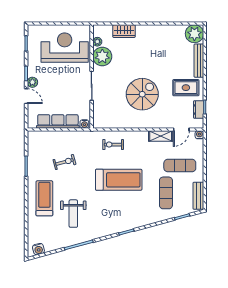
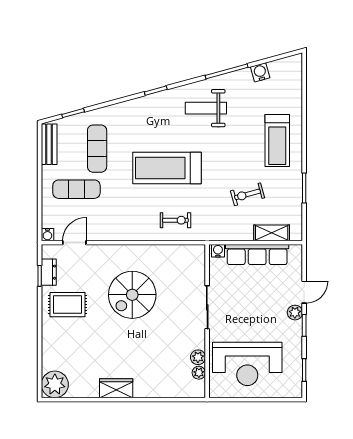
wardrobe: (124, 31) -> (116, 388), moved
plant: (102, 56) -> (198, 357), width x0.53, depth x0.53
bench: (199, 61) -> (48, 345), removed
door: (26, 96) -> (304, 292), swing flipped
shelving: (161, 136) -> (272, 233), moved
weight bench: (73, 214) -> (206, 108), moved, turned -90
water cooler: (38, 249) -> (260, 72), moved

